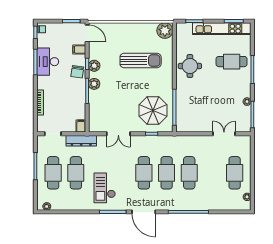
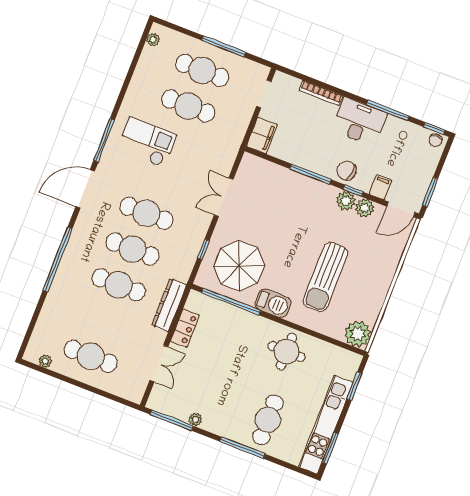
desk: (48, 62) -> (359, 122), moved
plant: (94, 84) -> (365, 208), moved
barbecue: (166, 84) -> (273, 303), added
filing cabinet: (81, 126) -> (262, 135), width x2.00
locker: (199, 127) -> (185, 328), added
dresser: (81, 141) -> (169, 305), moved

